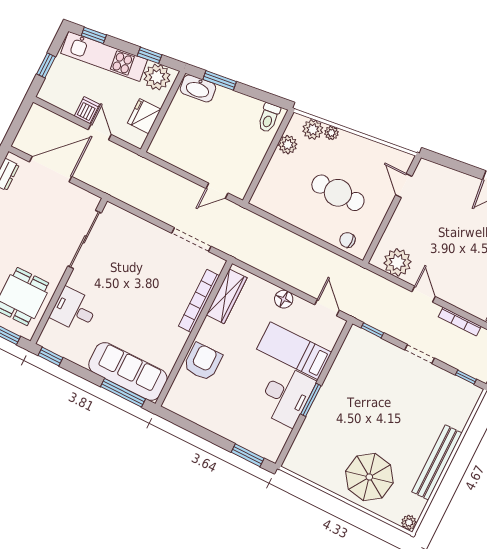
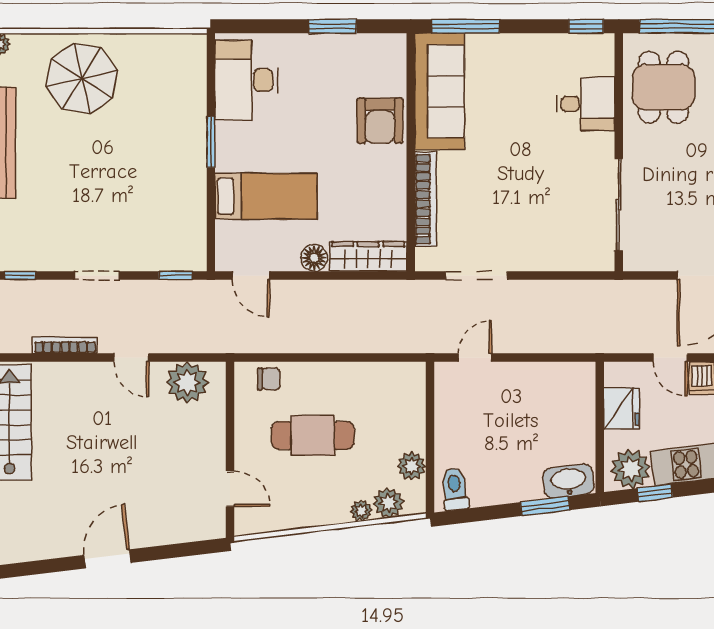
wardrobe: (227, 296) -> (368, 256), moved, turned 90
sofa: (128, 372) -> (440, 91), moved, turned -90
desk: (286, 396) -> (246, 80), moved
window: (248, 455) -> (332, 26), moved

